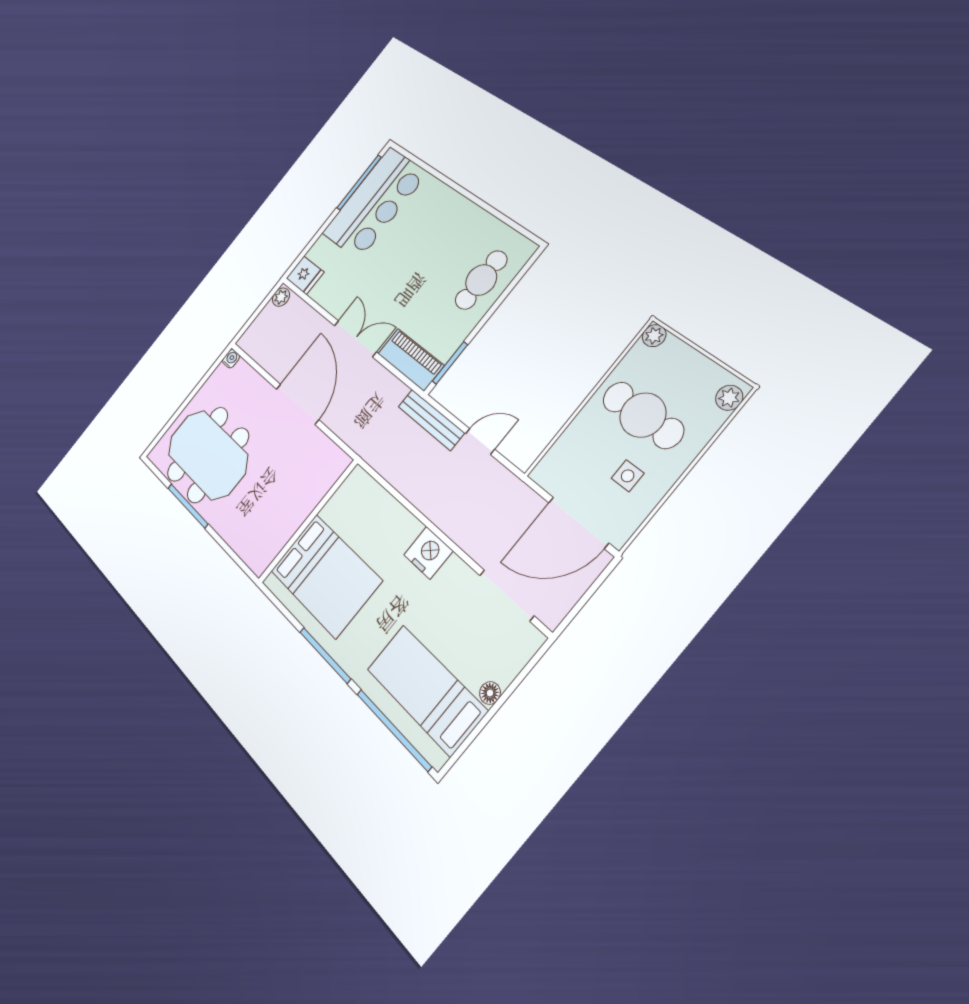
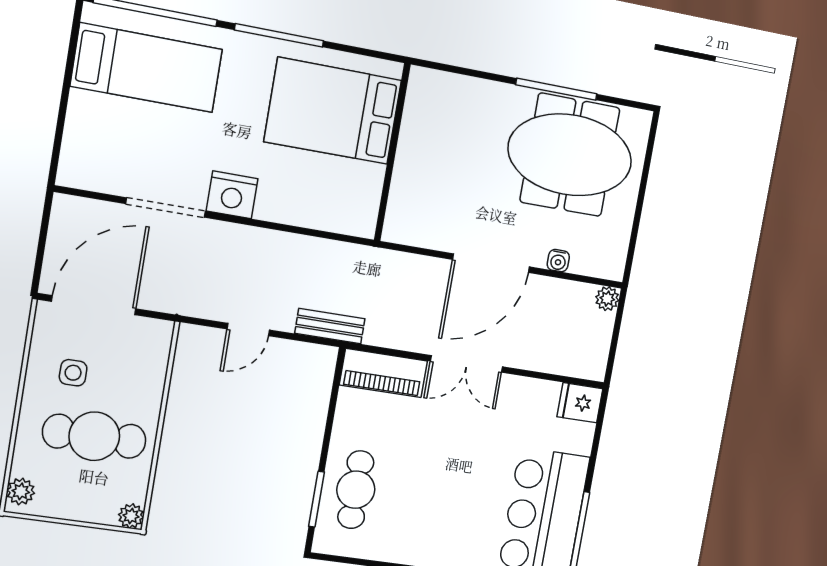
plant: (281, 297) -> (607, 299), moved
water cooler: (231, 359) -> (558, 261), moved
window: (450, 363) -> (317, 499), moved
door: (297, 404) -> (491, 263), hinge flipped
bench: (431, 420) -> (330, 326), width x0.73
doorway: (507, 595) -> (166, 208), moved
floor lamp: (490, 693) -> (80, 103), removed

